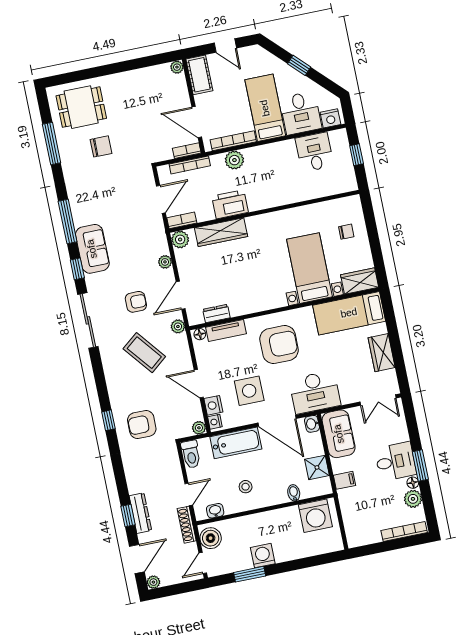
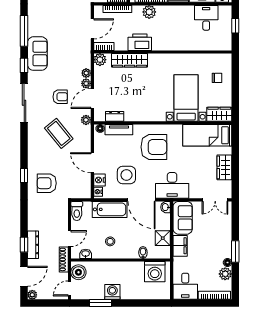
plant: (199, 428) -> (86, 83), moved
desk: (395, 461) -> (185, 286), moved, turned 90
filing cabinet: (344, 480) -> (180, 246), width x2.00

